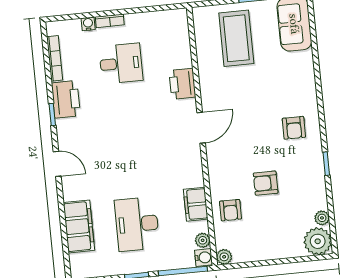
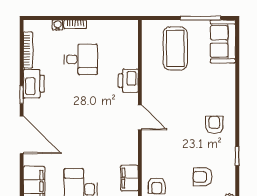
door: (201, 128) -> (140, 117), hinge flipped
armchair: (294, 128) -> (214, 125), turned 180
door: (57, 164) -> (22, 135), width x1.88
armchair: (266, 183) -> (202, 177), moved

